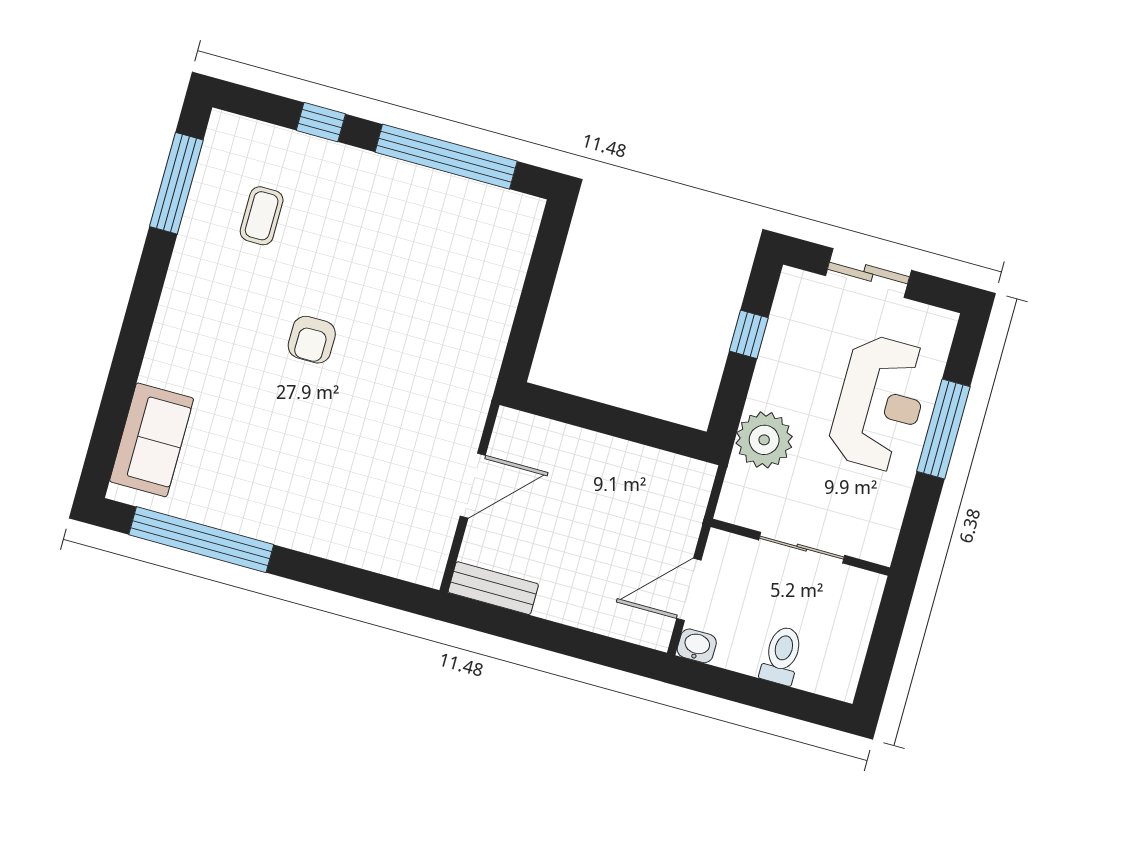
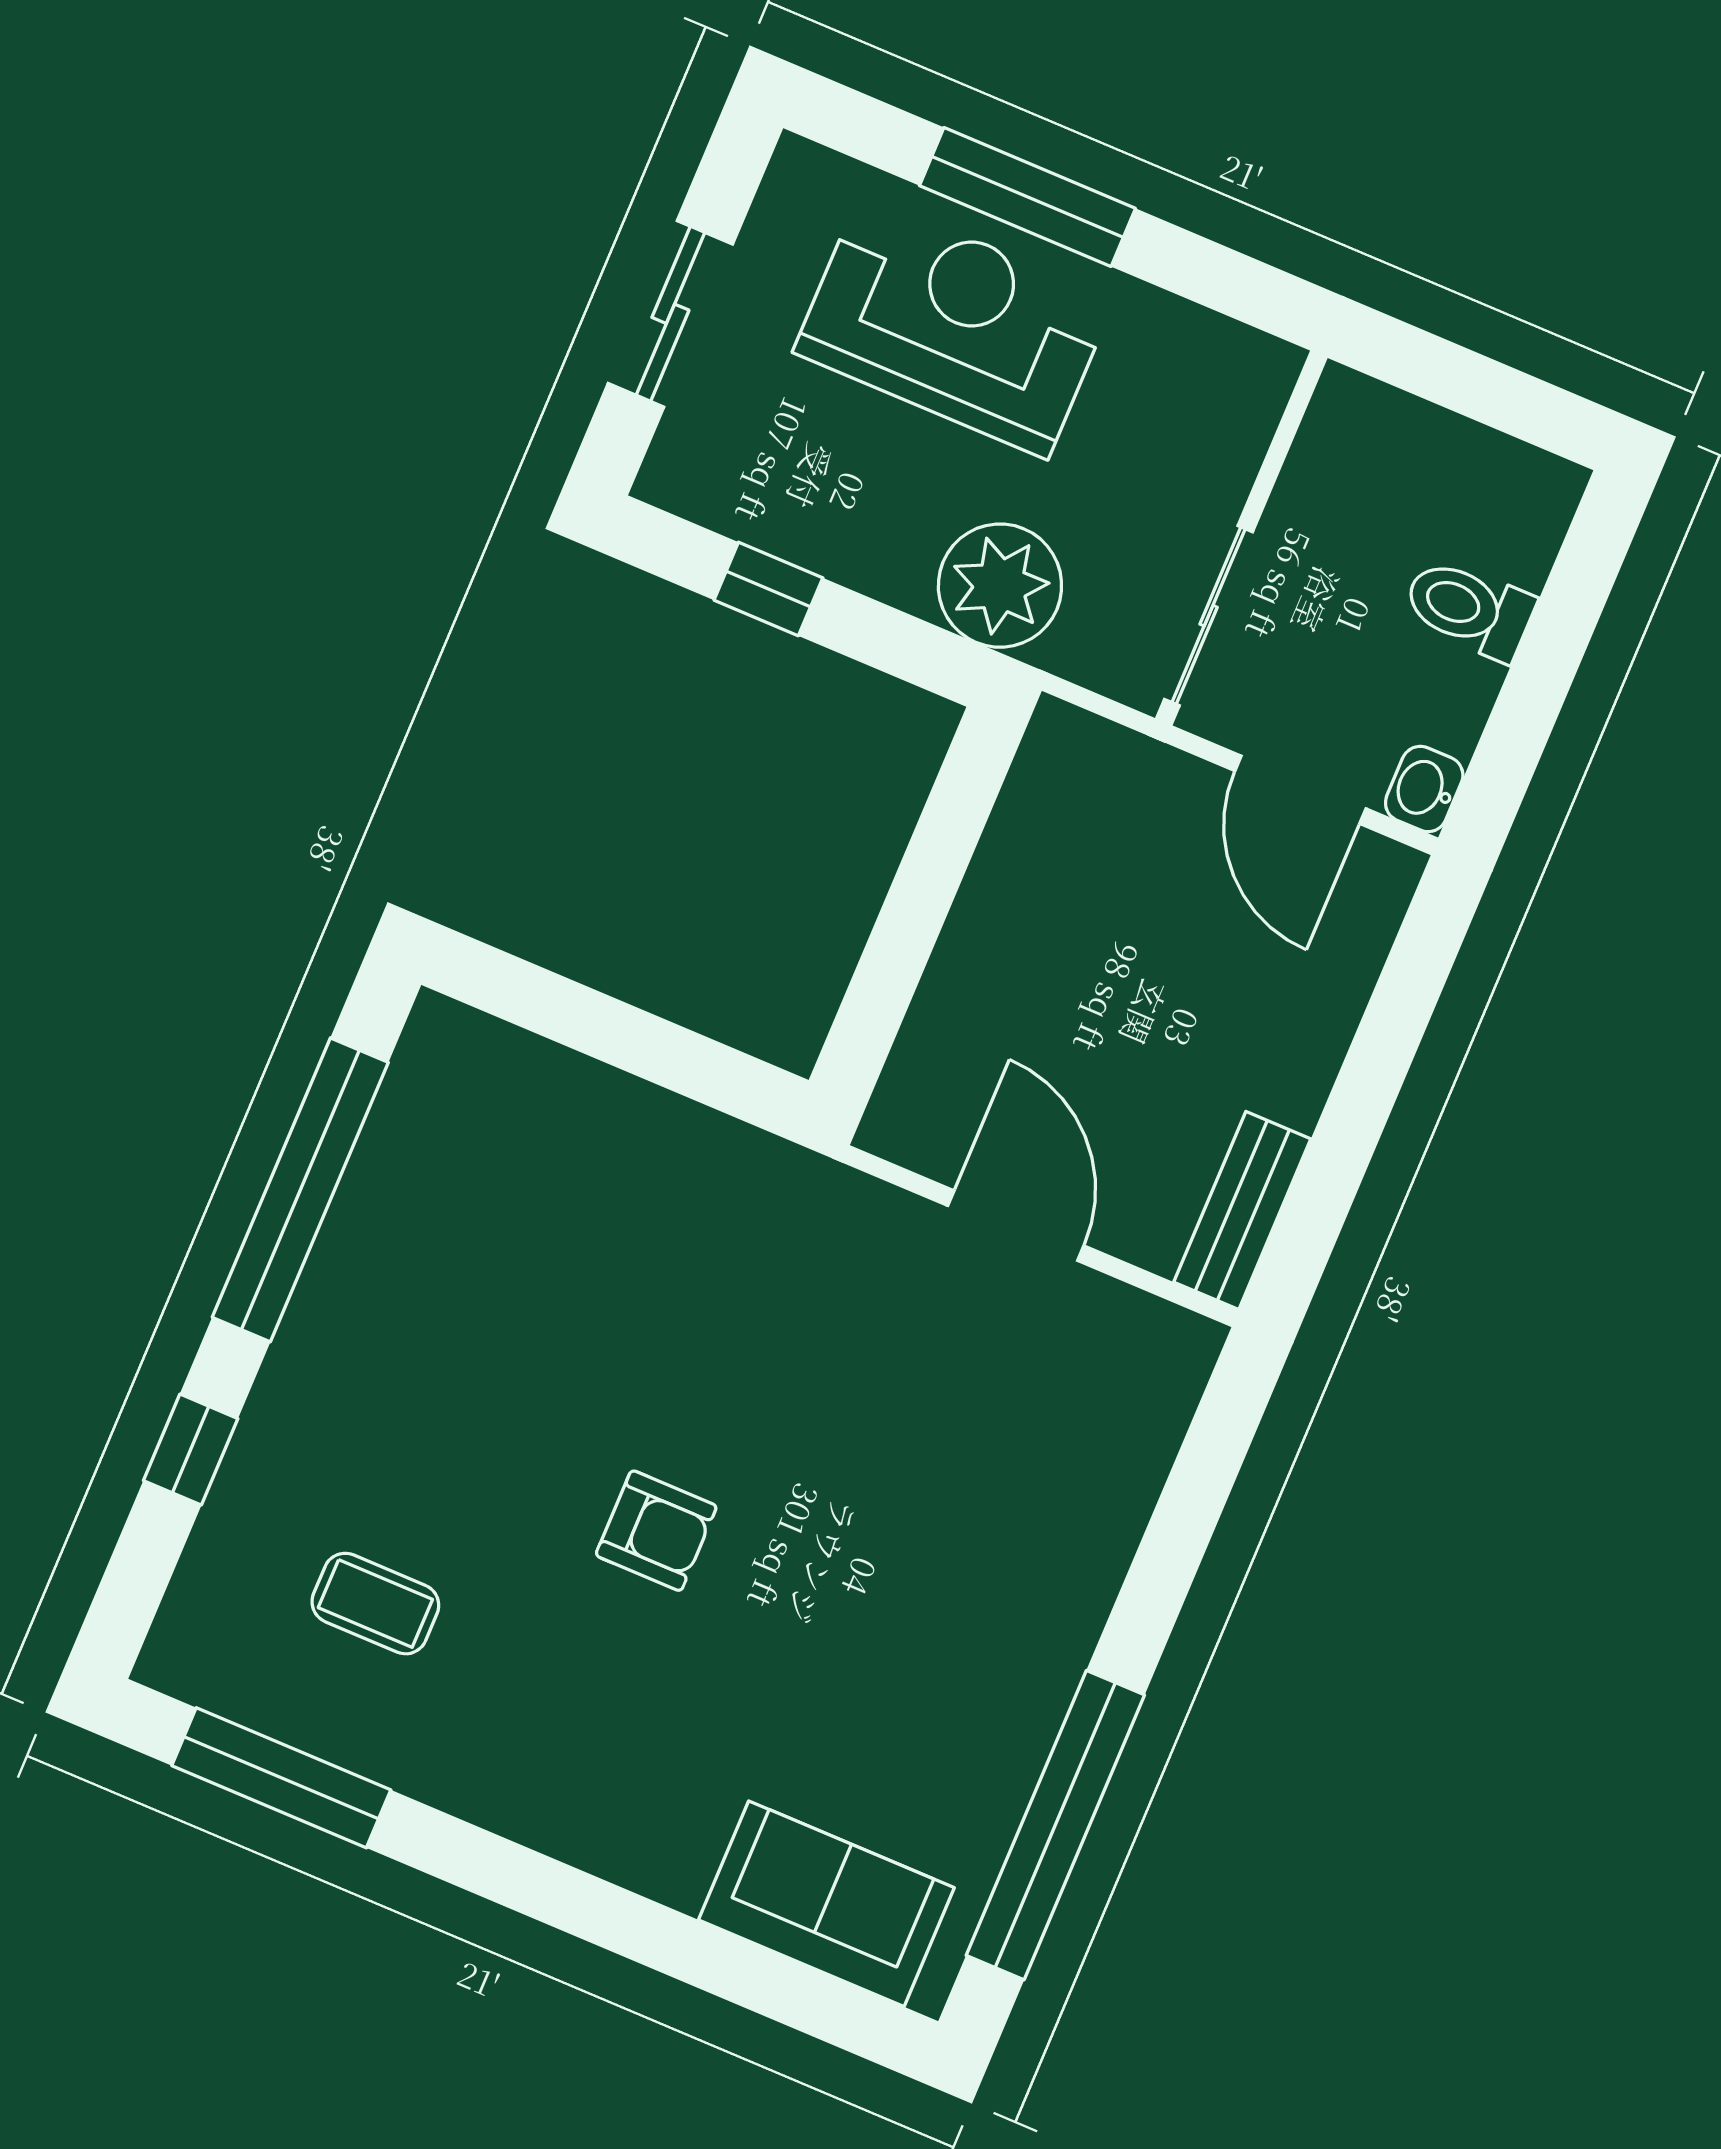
sliding door: (802, 548) -> (1209, 616), moved

